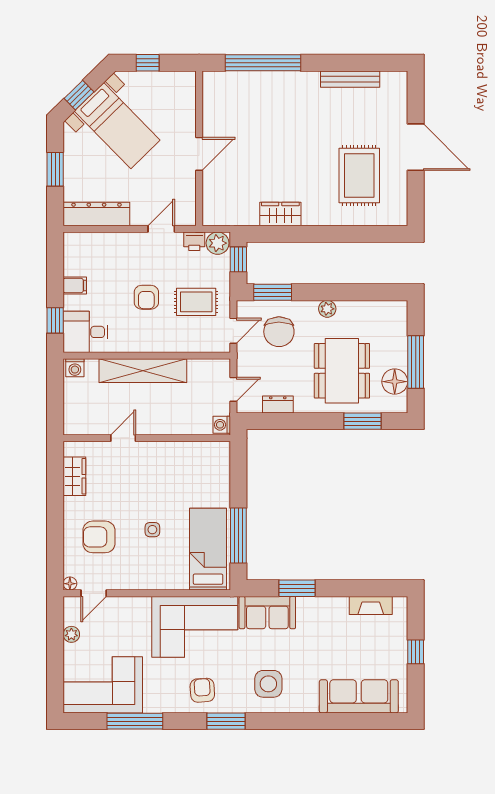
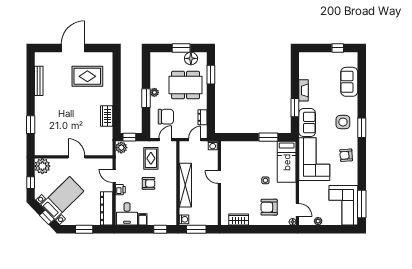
window: (263, 63) -> (31, 125), width x0.47
plant: (181, 86) -> (42, 166), added
printer: (194, 241) -> (120, 190), moved
window: (273, 292) -> (146, 98), moved
door: (233, 331) -> (165, 140), hinge flipped
desk: (86, 332) -> (127, 214), moved
window: (416, 362) -> (181, 48), width x0.69
door: (233, 389) -> (195, 140), hinge flipped
window: (55, 392) -> (196, 229), added
door: (123, 438) -> (219, 177), moved
window: (238, 535) -> (268, 137), width x0.69
armchair: (99, 537) -> (269, 207), turned 90
bed: (208, 549) -> (287, 162), moved, turned -90
fireplace: (371, 605) -> (304, 90), moved
window: (416, 652) -> (338, 48), moved
sofa: (359, 696) -> (349, 82), width x0.73
window: (135, 721) -> (362, 204), moved
window: (226, 721) -> (362, 128), moved

